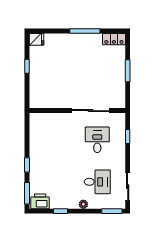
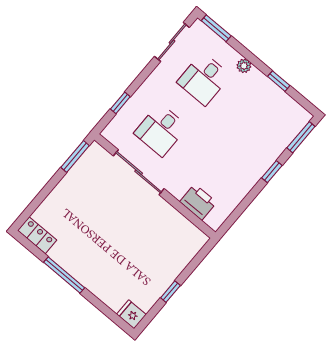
window: (128, 71) -> (75, 156), moved
desk: (97, 182) -> (204, 79), turned -90
printer: (40, 201) -> (198, 202), moved, turned 180

